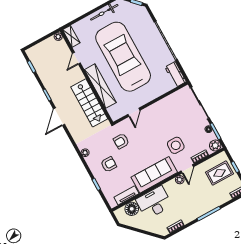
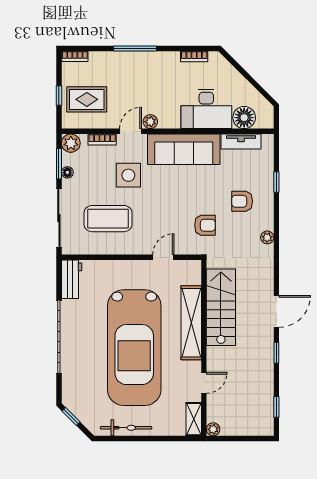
coffee table: (174, 117) -> (108, 219), added

